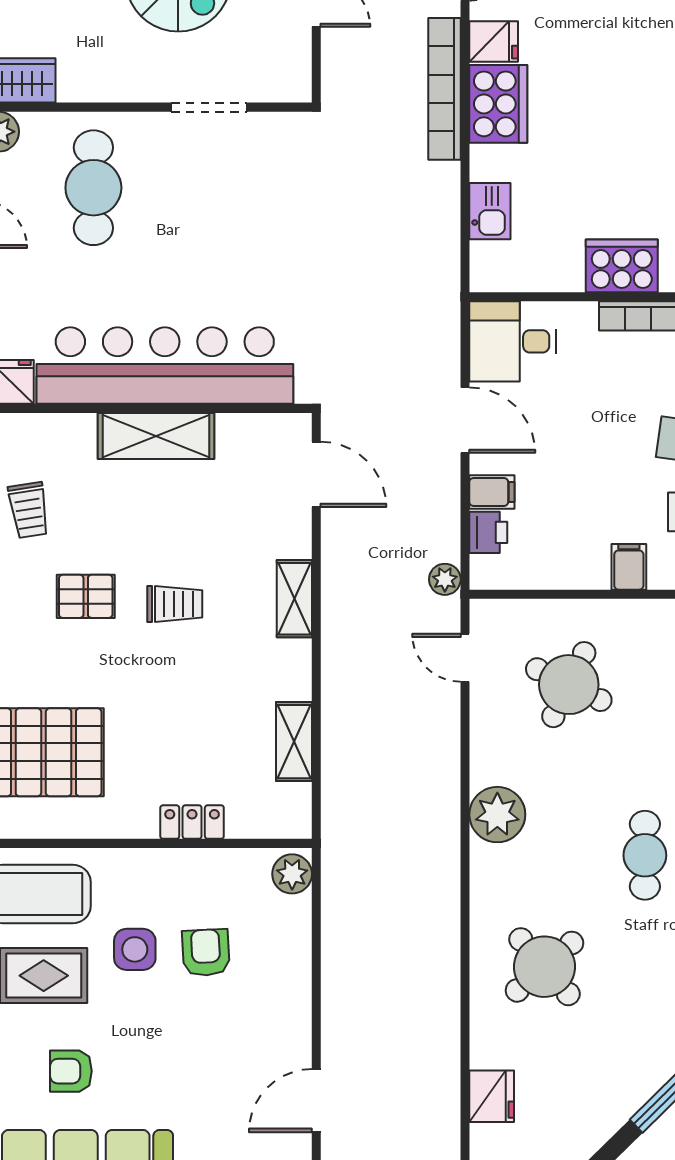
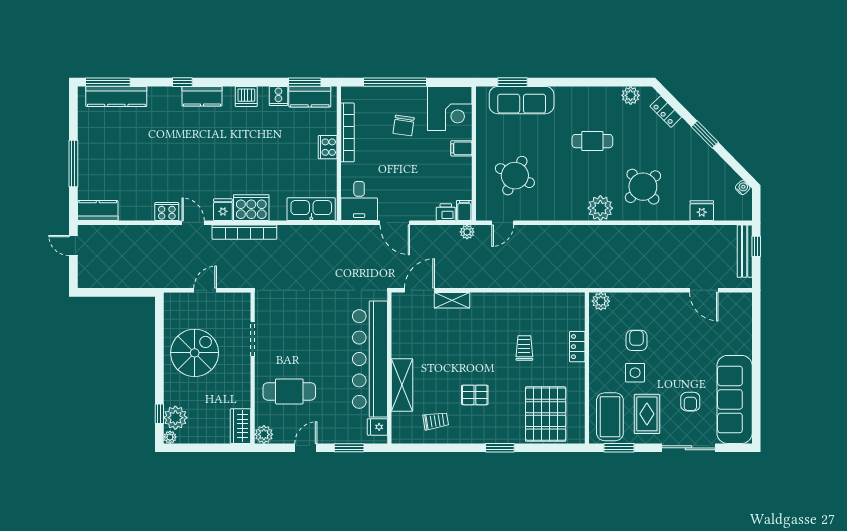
kitchen sink: (490, 211) -> (311, 209), width x1.88, depth x1.24
cooker: (622, 266) -> (328, 147), width x0.73, depth x0.76
door: (465, 420) -> (395, 223), swing flipped
shelving: (156, 436) -> (402, 385), moved
filing cabinet: (492, 492) -> (464, 211), moved
pallet: (86, 596) -> (475, 395), turned 90
shelving: (294, 599) -> (452, 300), moved
trolley: (175, 604) -> (524, 348), moved
shelving: (294, 742) -> (541, 300), removed
plant: (497, 815) -> (600, 208), moved
armchair: (206, 953) -> (636, 340), turned 93

